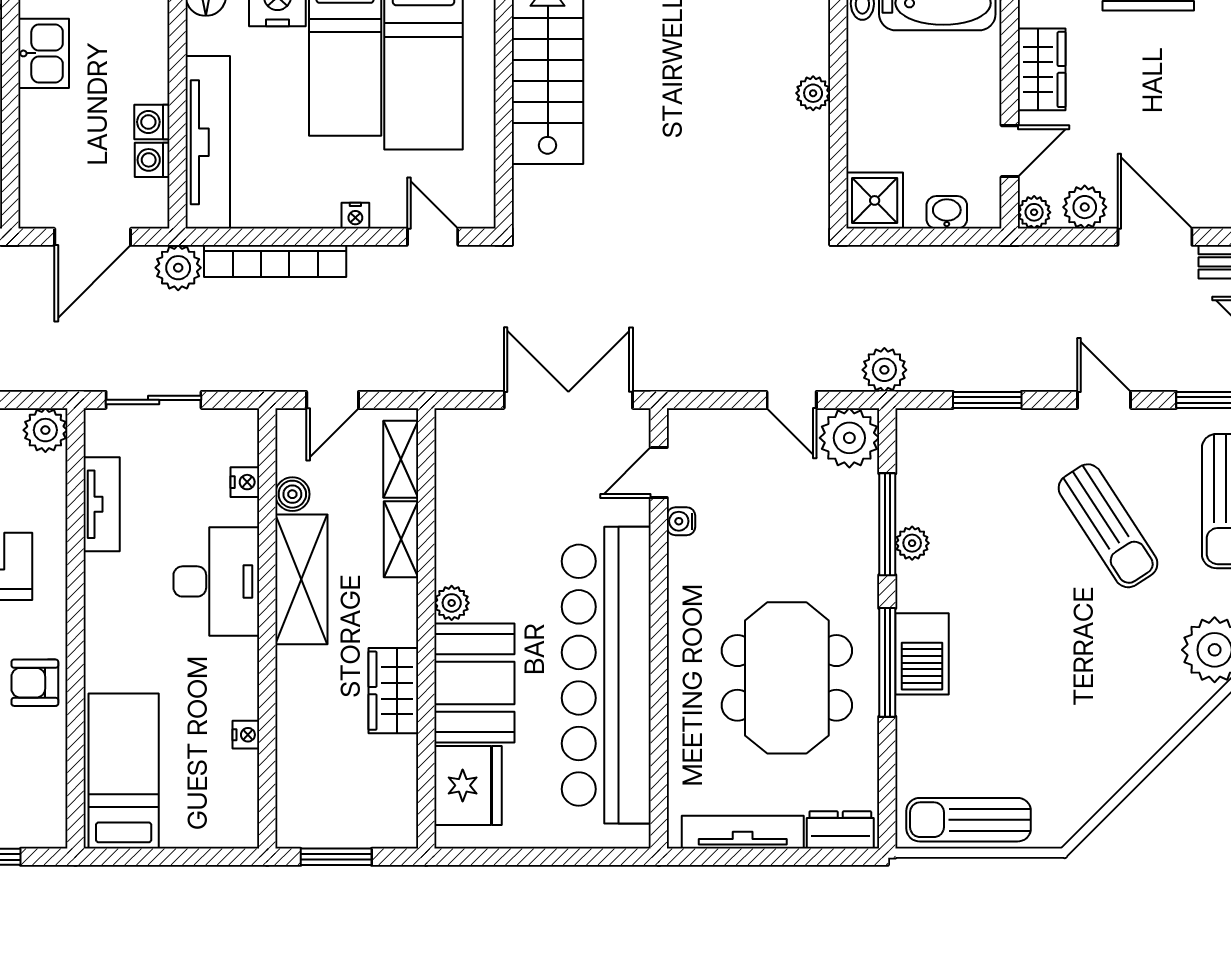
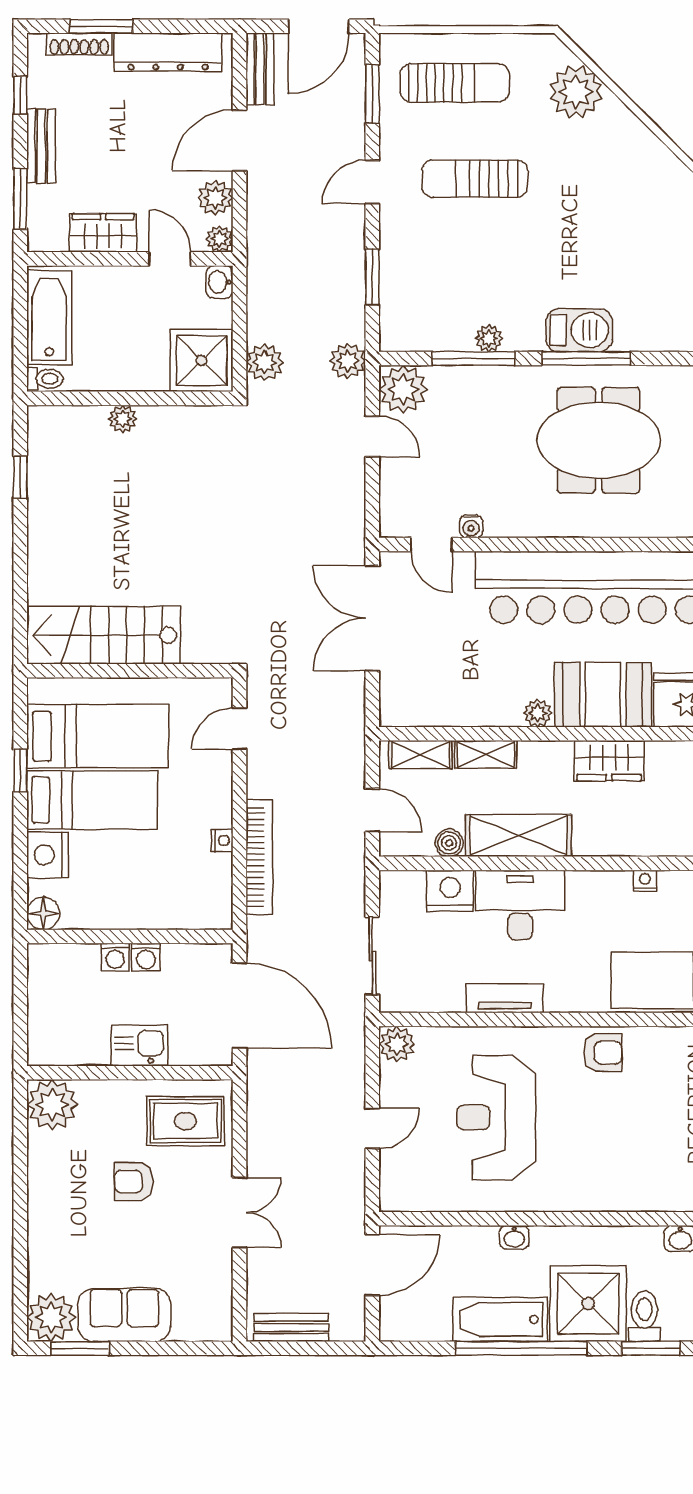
kitchen sink: (44, 53) -> (139, 1045), moved
tv unit: (208, 142) -> (163, 912), removed
washing machine: (152, 160) -> (115, 957), moved
shower: (875, 200) -> (202, 360), width x1.36, depth x1.36
washbasin: (947, 212) -> (220, 282), moved
nightstand: (355, 216) -> (222, 841), moved
door: (93, 237) -> (239, 1006), width x1.36
plant: (178, 268) -> (265, 362), moved
door: (792, 400) -> (372, 436), hinge flipped
nightstand: (245, 482) -> (450, 891), width x1.89, depth x1.79
tv unit: (102, 504) -> (505, 998), moved
sun lounger: (1108, 526) -> (475, 179), turned -147
armchair: (35, 683) -> (603, 1053), turned -90

